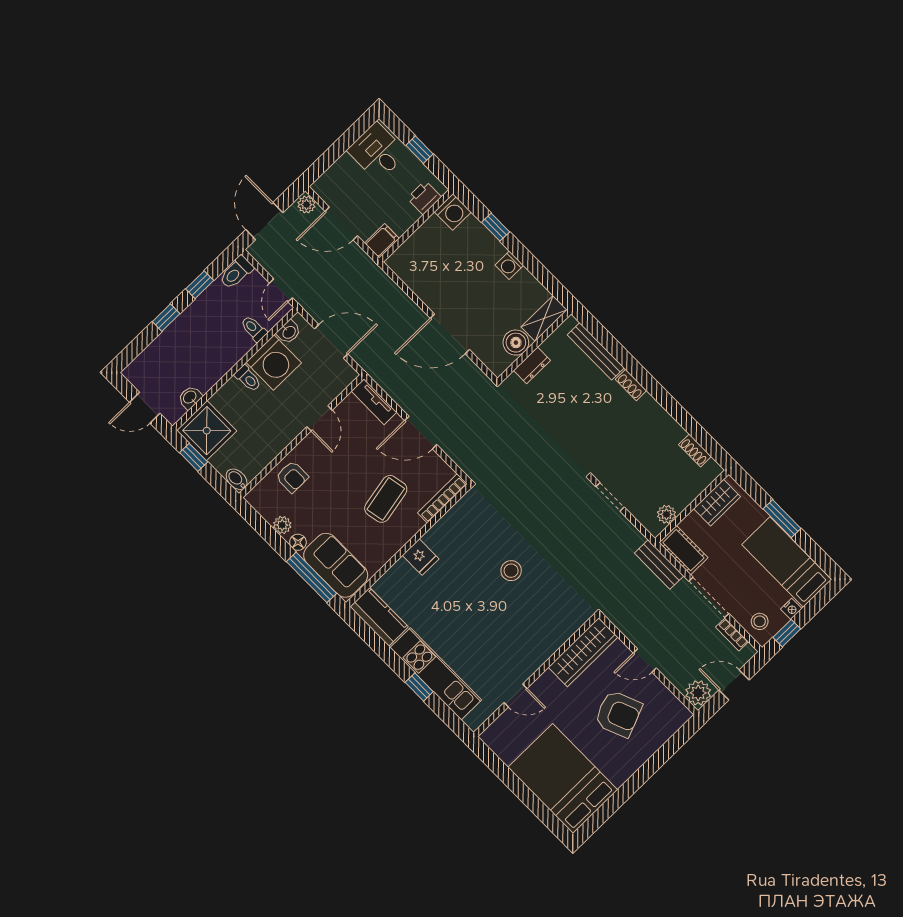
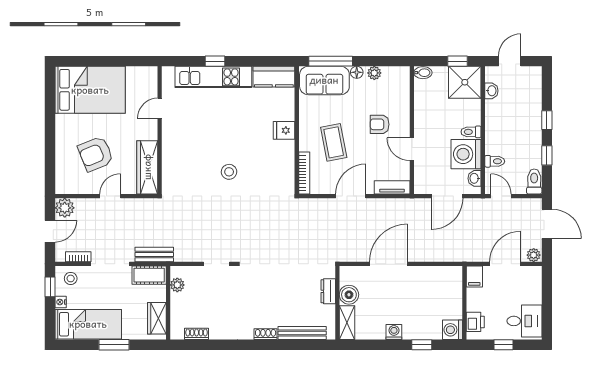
armchair: (292, 477) -> (380, 124), moved

